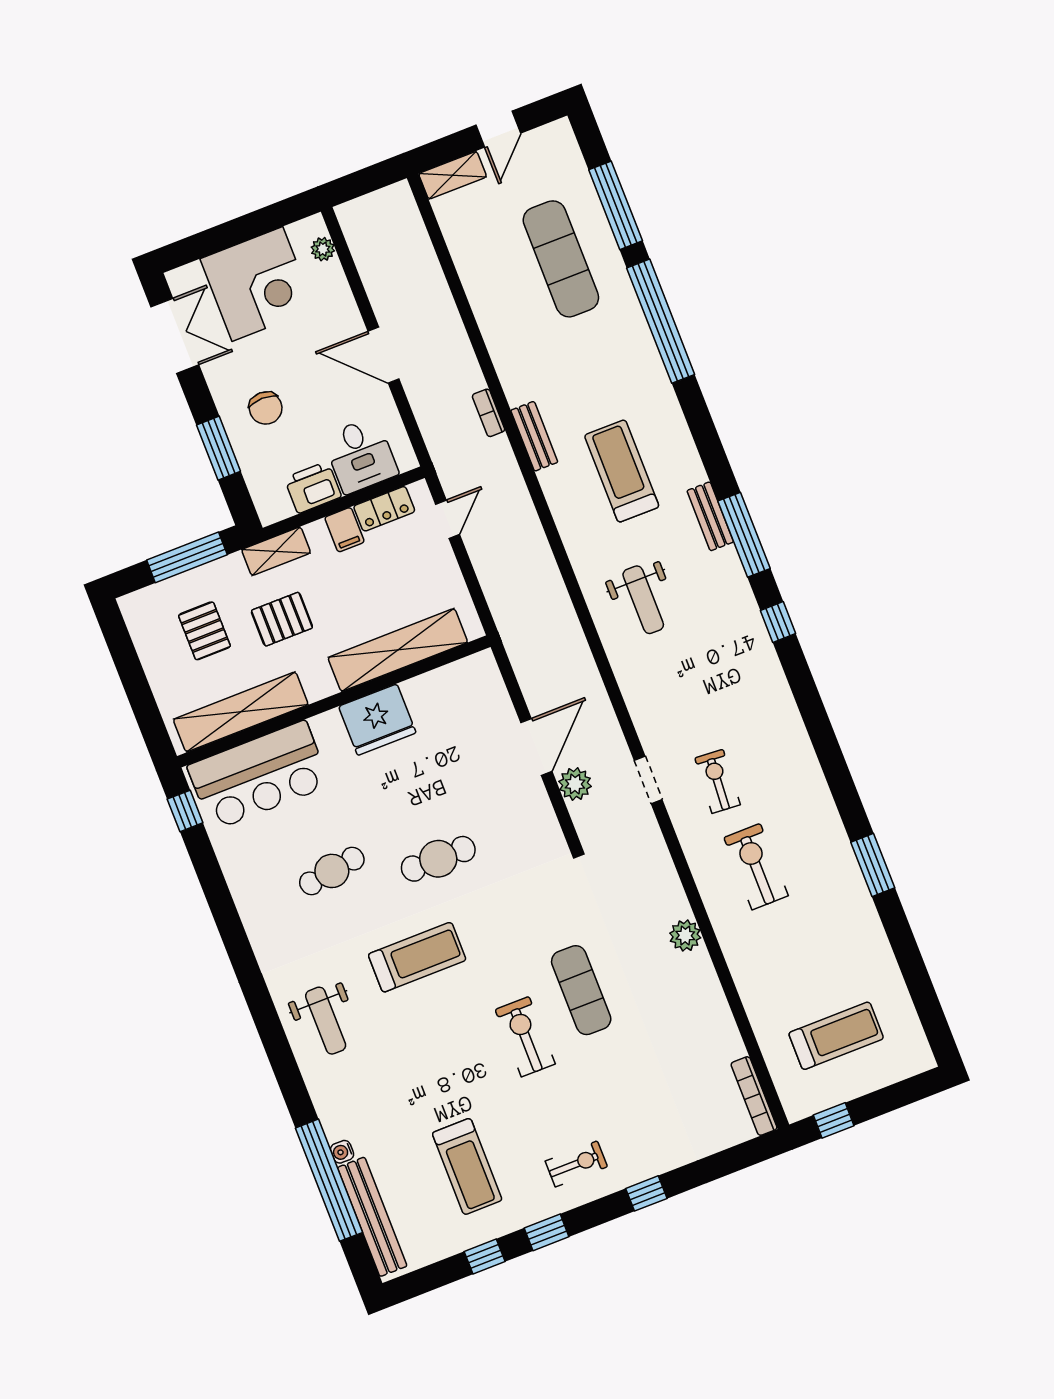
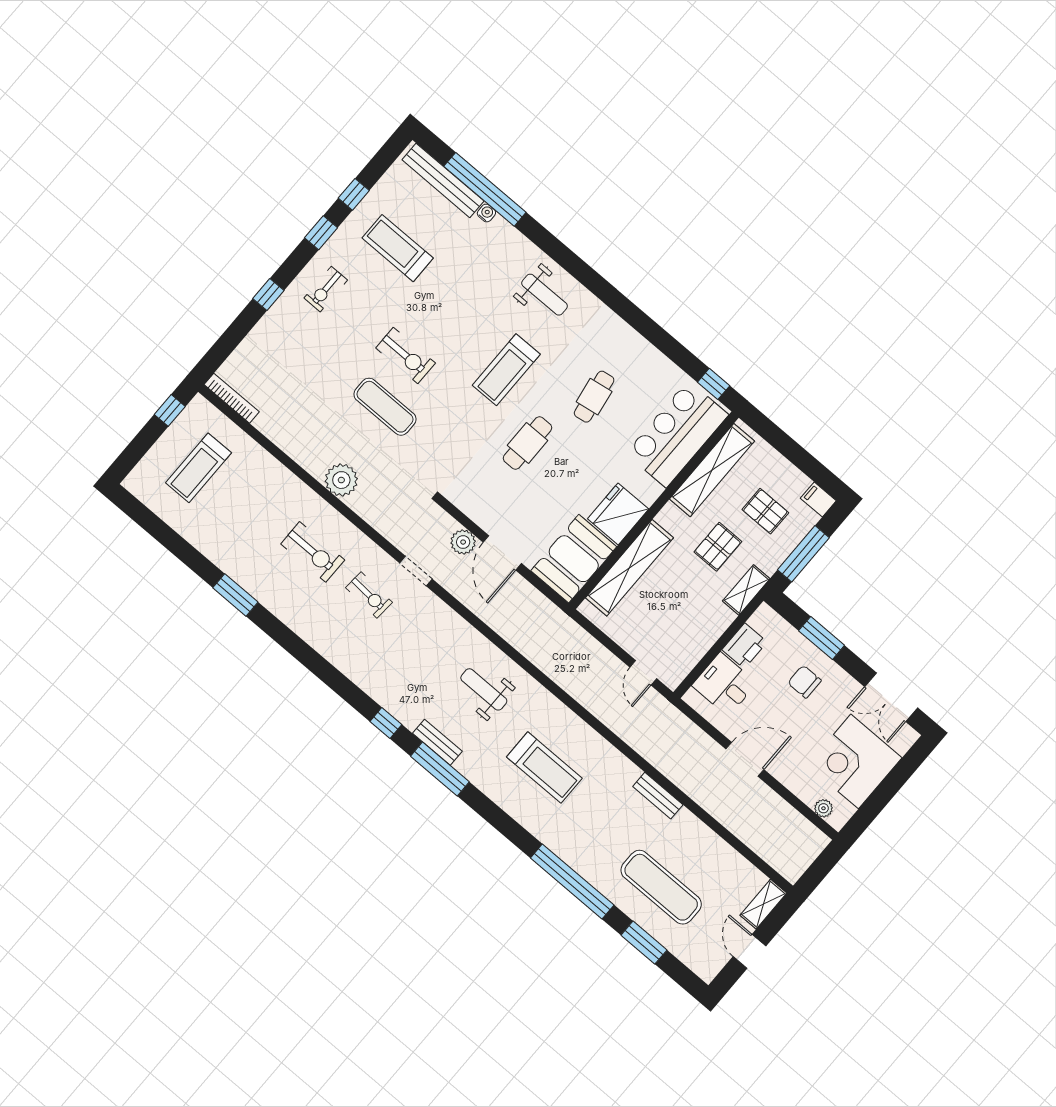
window: (616, 205) -> (644, 943), width x0.69
bookcase: (489, 413) -> (654, 759), removed
bench: (534, 436) -> (658, 796), moved
locker: (384, 509) -> (689, 657), removed
bench: (710, 516) -> (437, 742), moved
filing cabinet: (344, 530) -> (818, 500), moved
booth: (457, 695) -> (574, 559), added
plant: (685, 936) -> (341, 480), width x1.36, depth x1.36
weight bench: (326, 1021) -> (544, 295), turned 180

